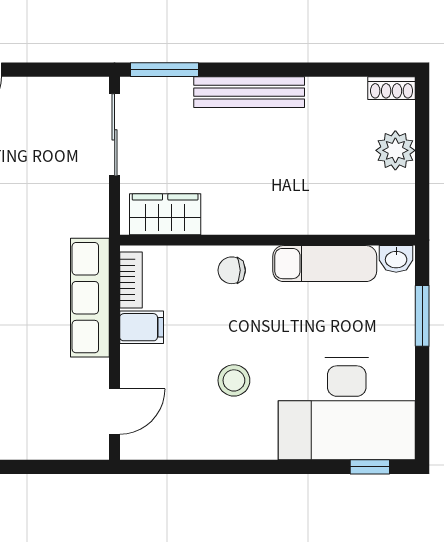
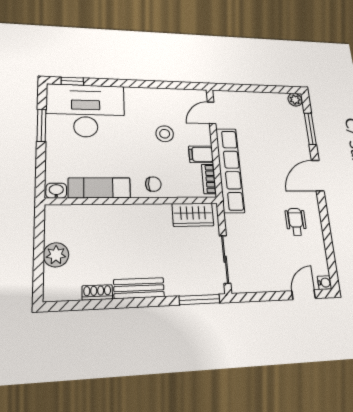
shoe rack: (392, 88) -> (97, 292), moved
bench: (249, 92) -> (139, 288), width x0.73
row of seats: (90, 298) -> (230, 170), width x1.36
window: (422, 316) -> (42, 125), moved
stool: (234, 380) -> (165, 134), moved

